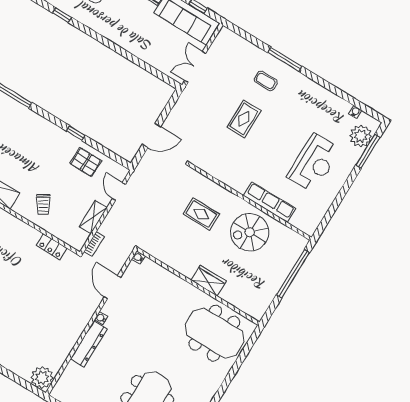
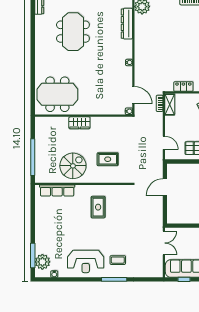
rug: (244, 119) -> (98, 207), moved
reception desk: (314, 163) -> (86, 261), moved, turned -90
row of seats: (270, 202) -> (57, 191), moved
shelving: (93, 217) -> (170, 105), moved
door: (112, 287) -> (133, 95), moved
dresser: (89, 344) -> (127, 24), moved

